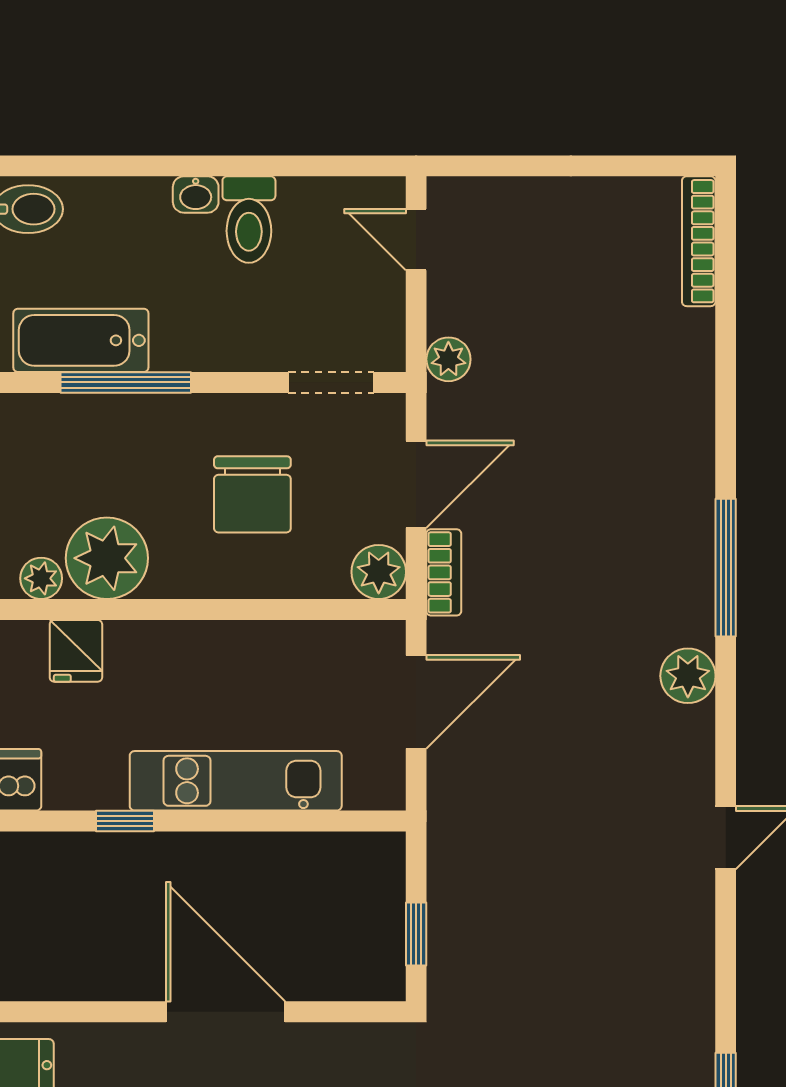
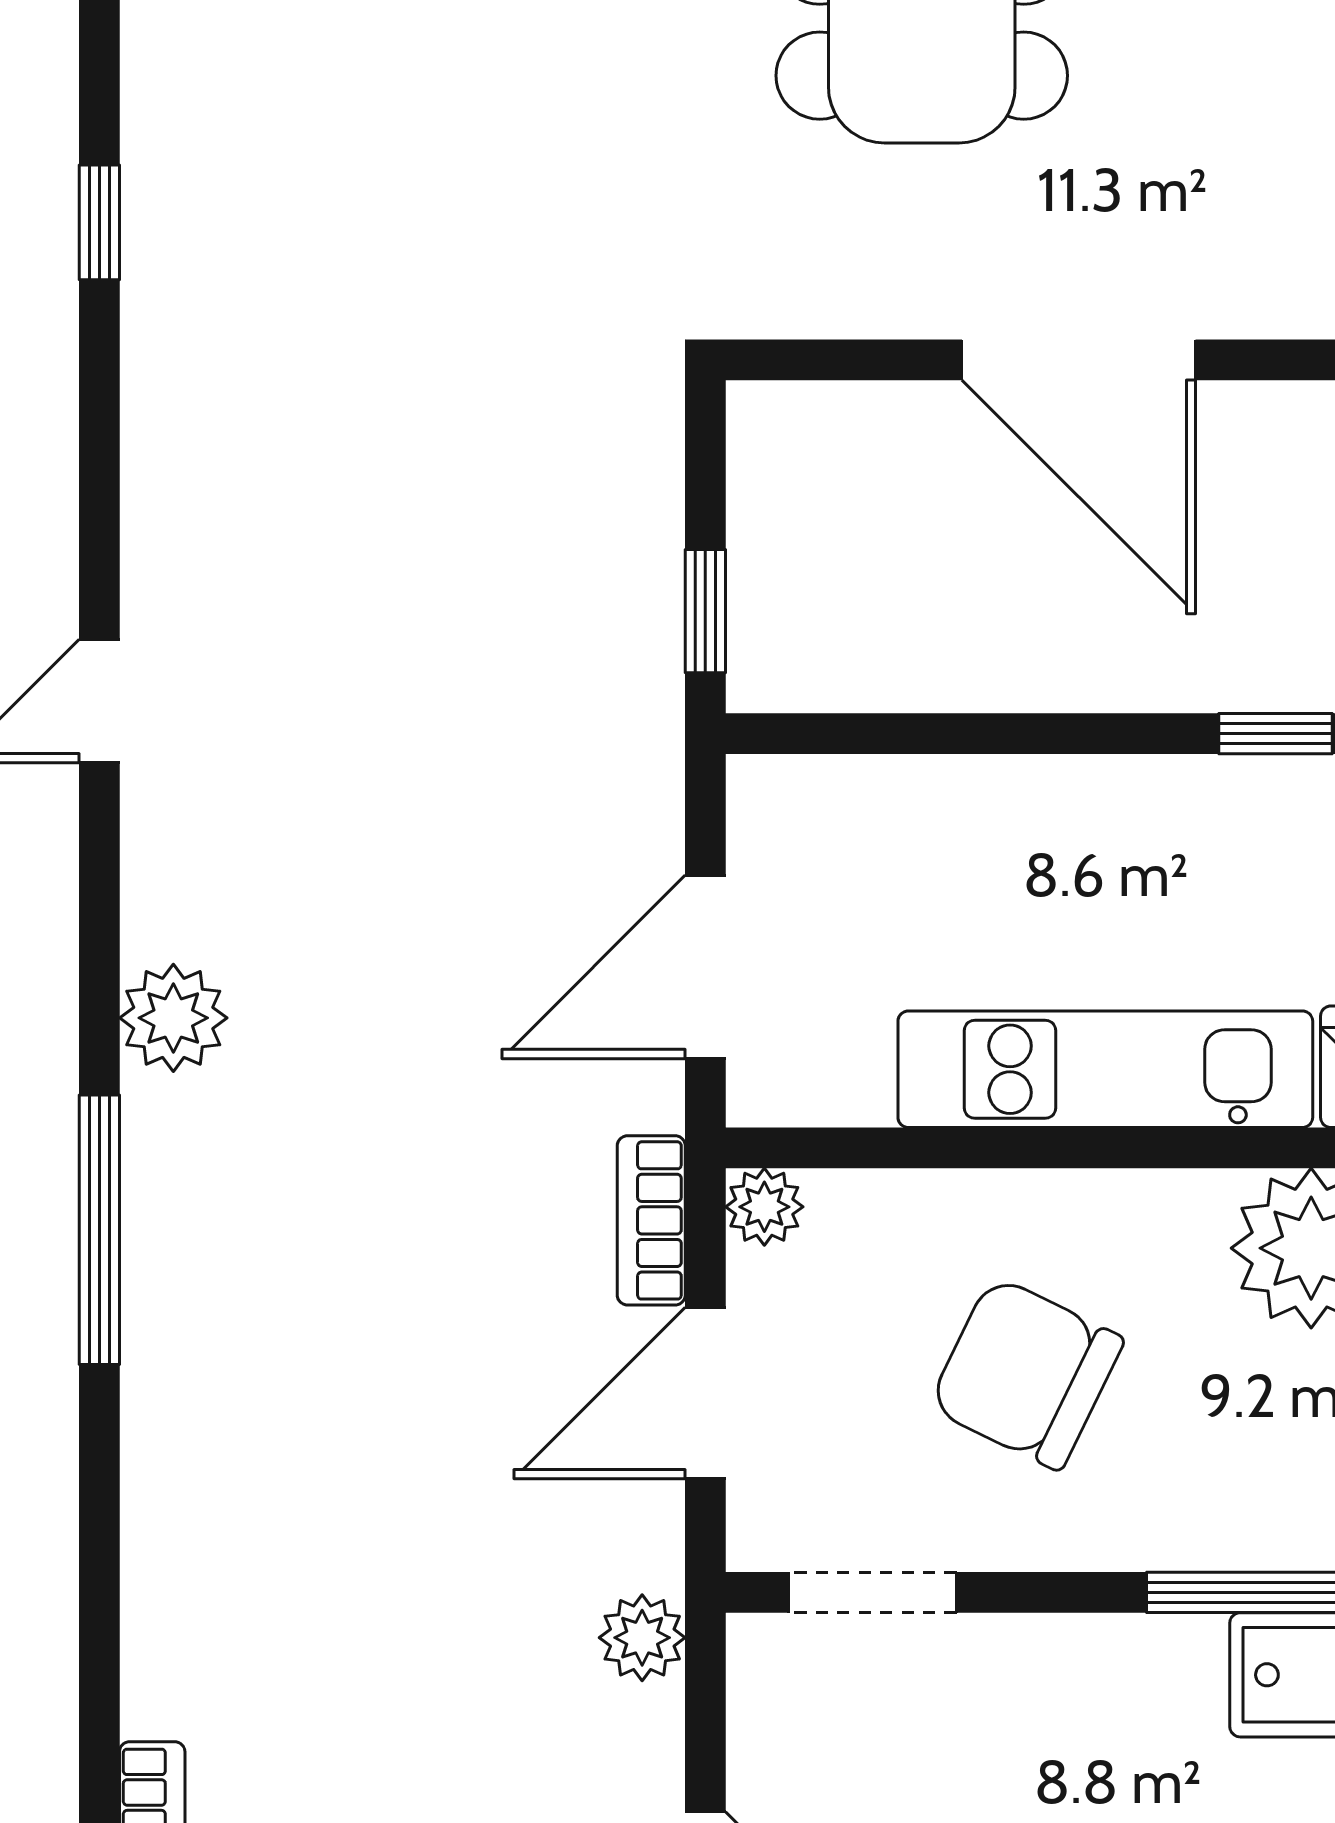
chair: (252, 494) -> (1026, 1373), turned -64
plant: (379, 572) -> (764, 1207), width x0.73, depth x0.73
kitchen unit: (236, 781) -> (1105, 1069), moved, turned 180
window: (416, 934) -> (705, 611), moved

